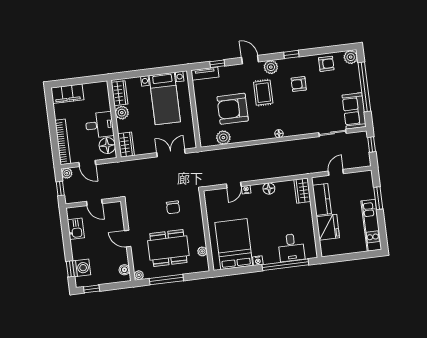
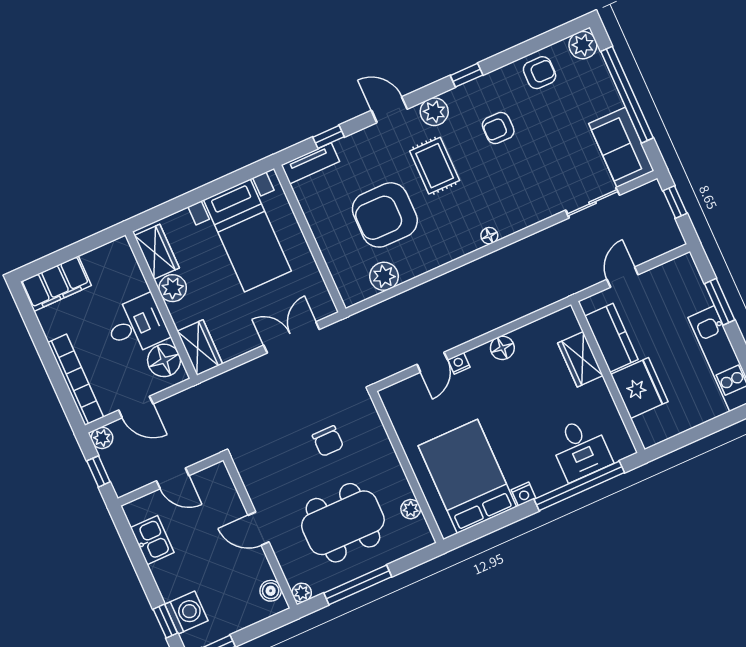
wardrobe: (302, 191) -> (580, 359), moved

